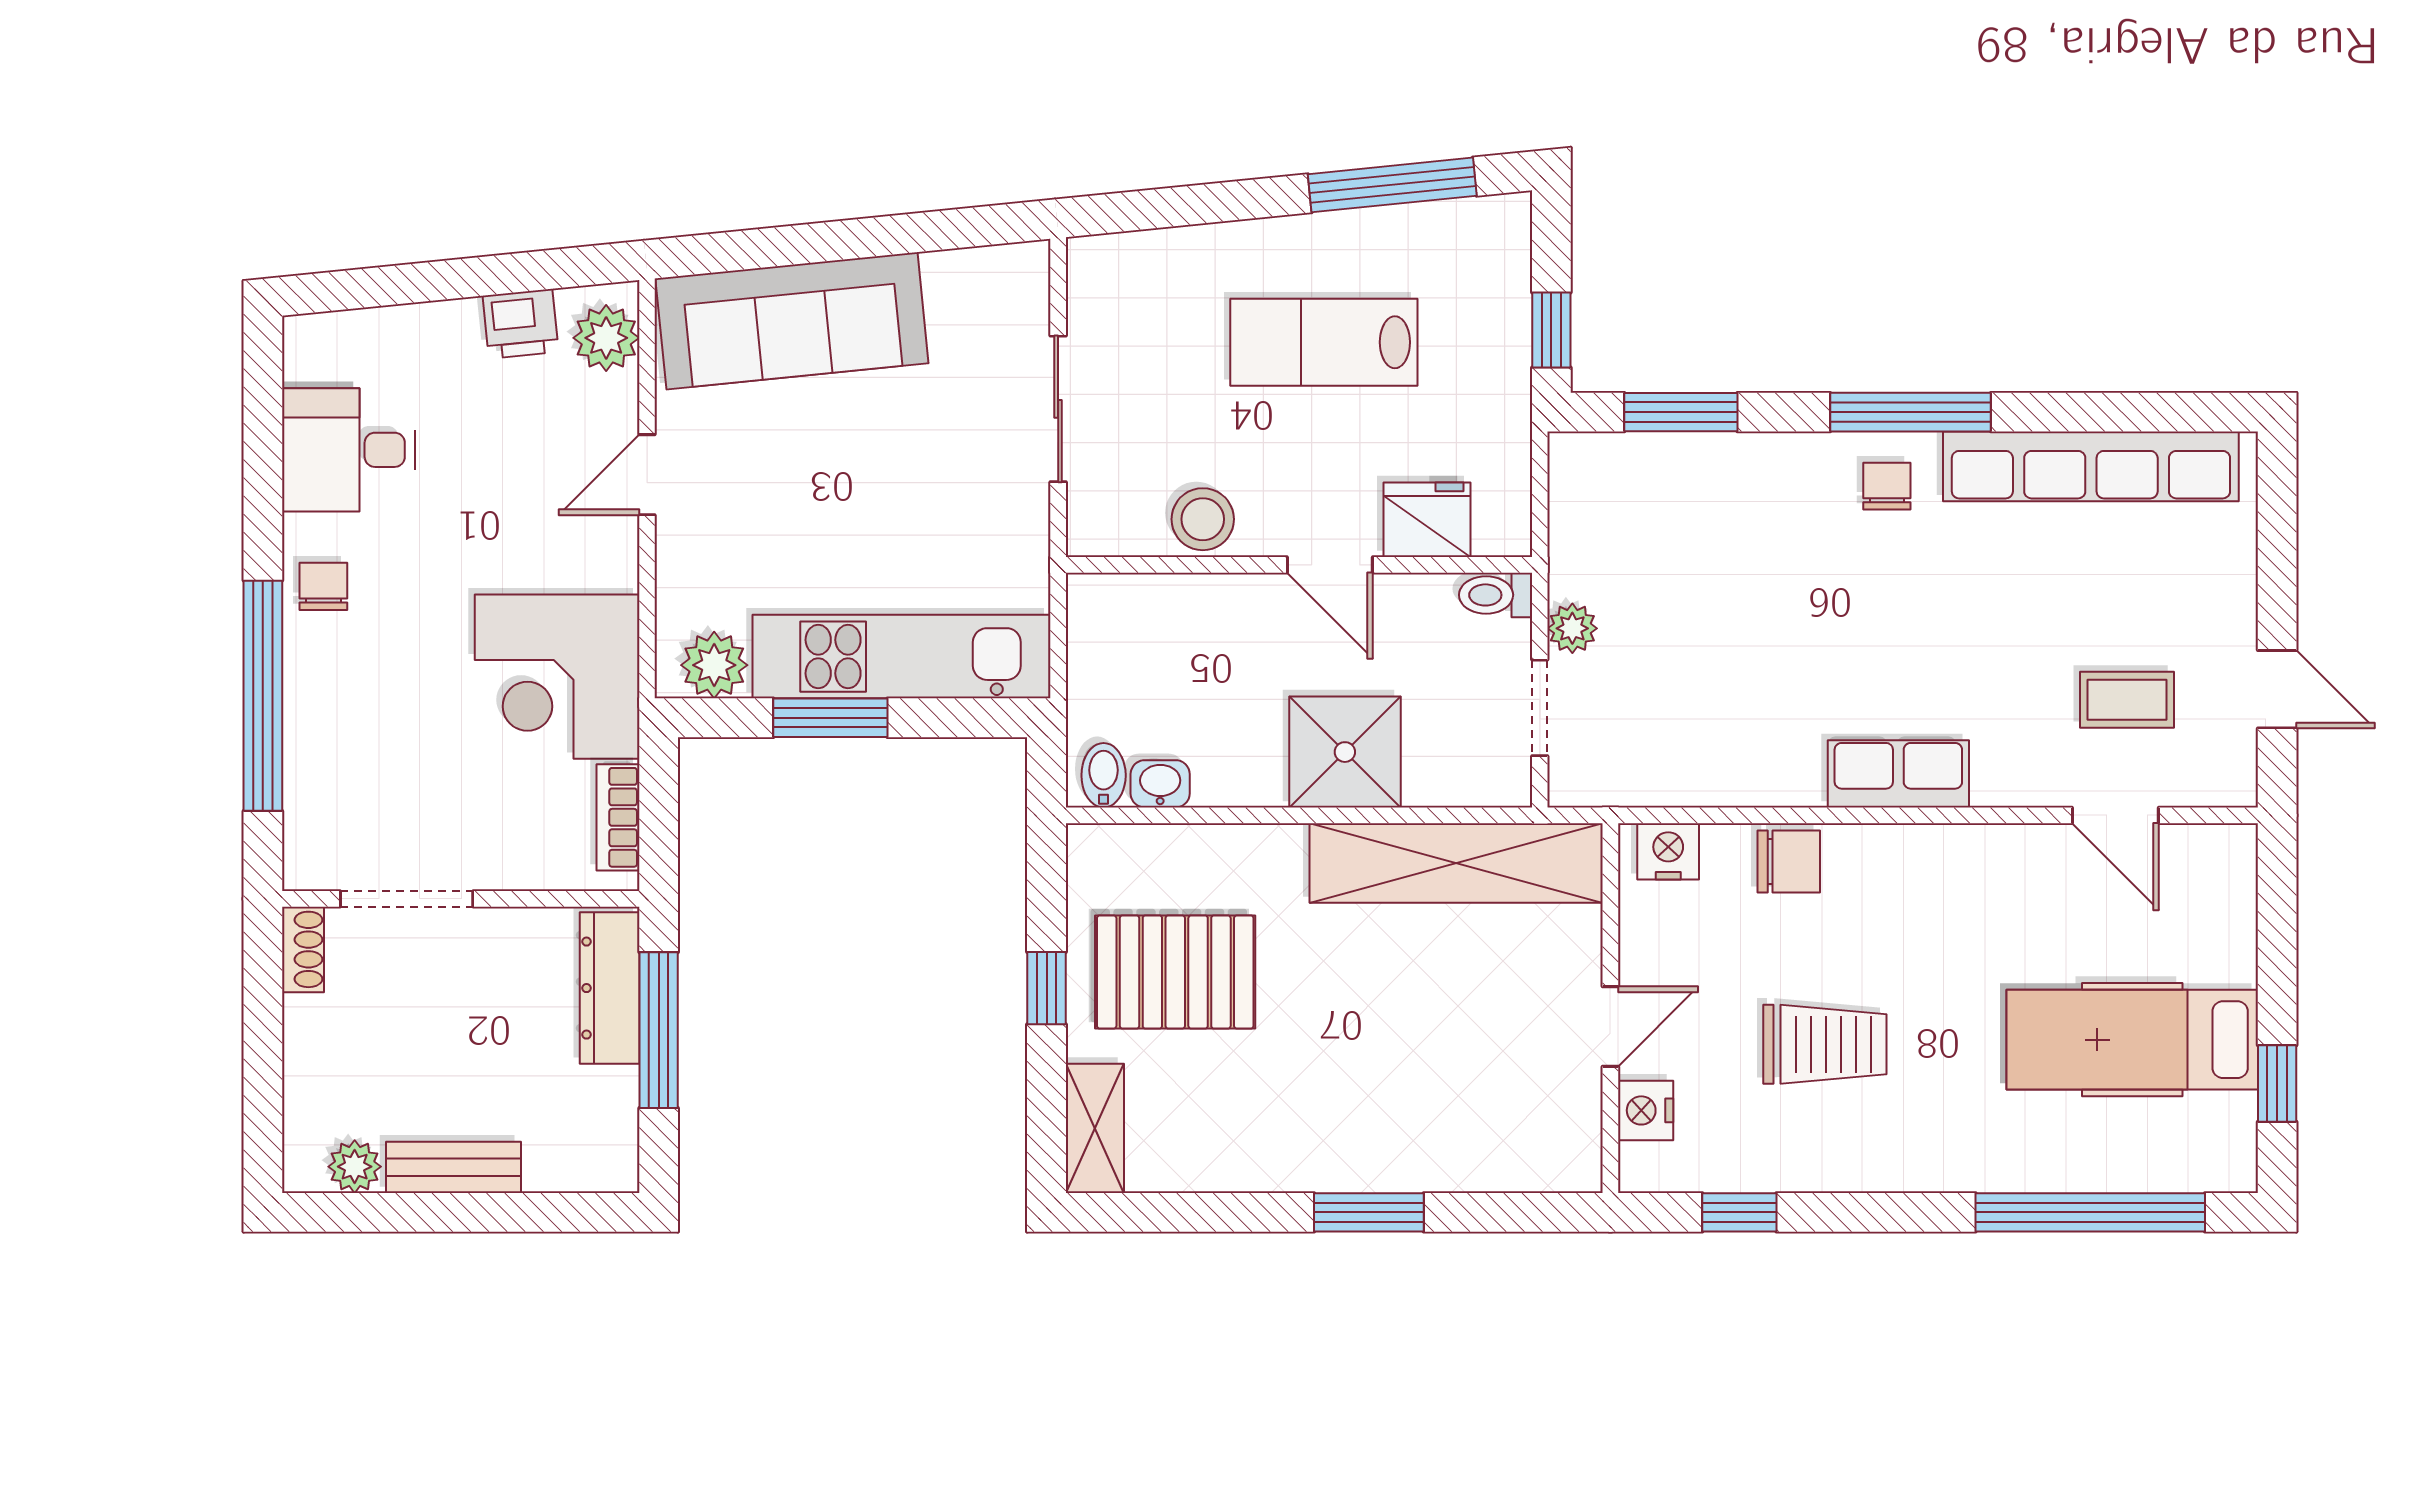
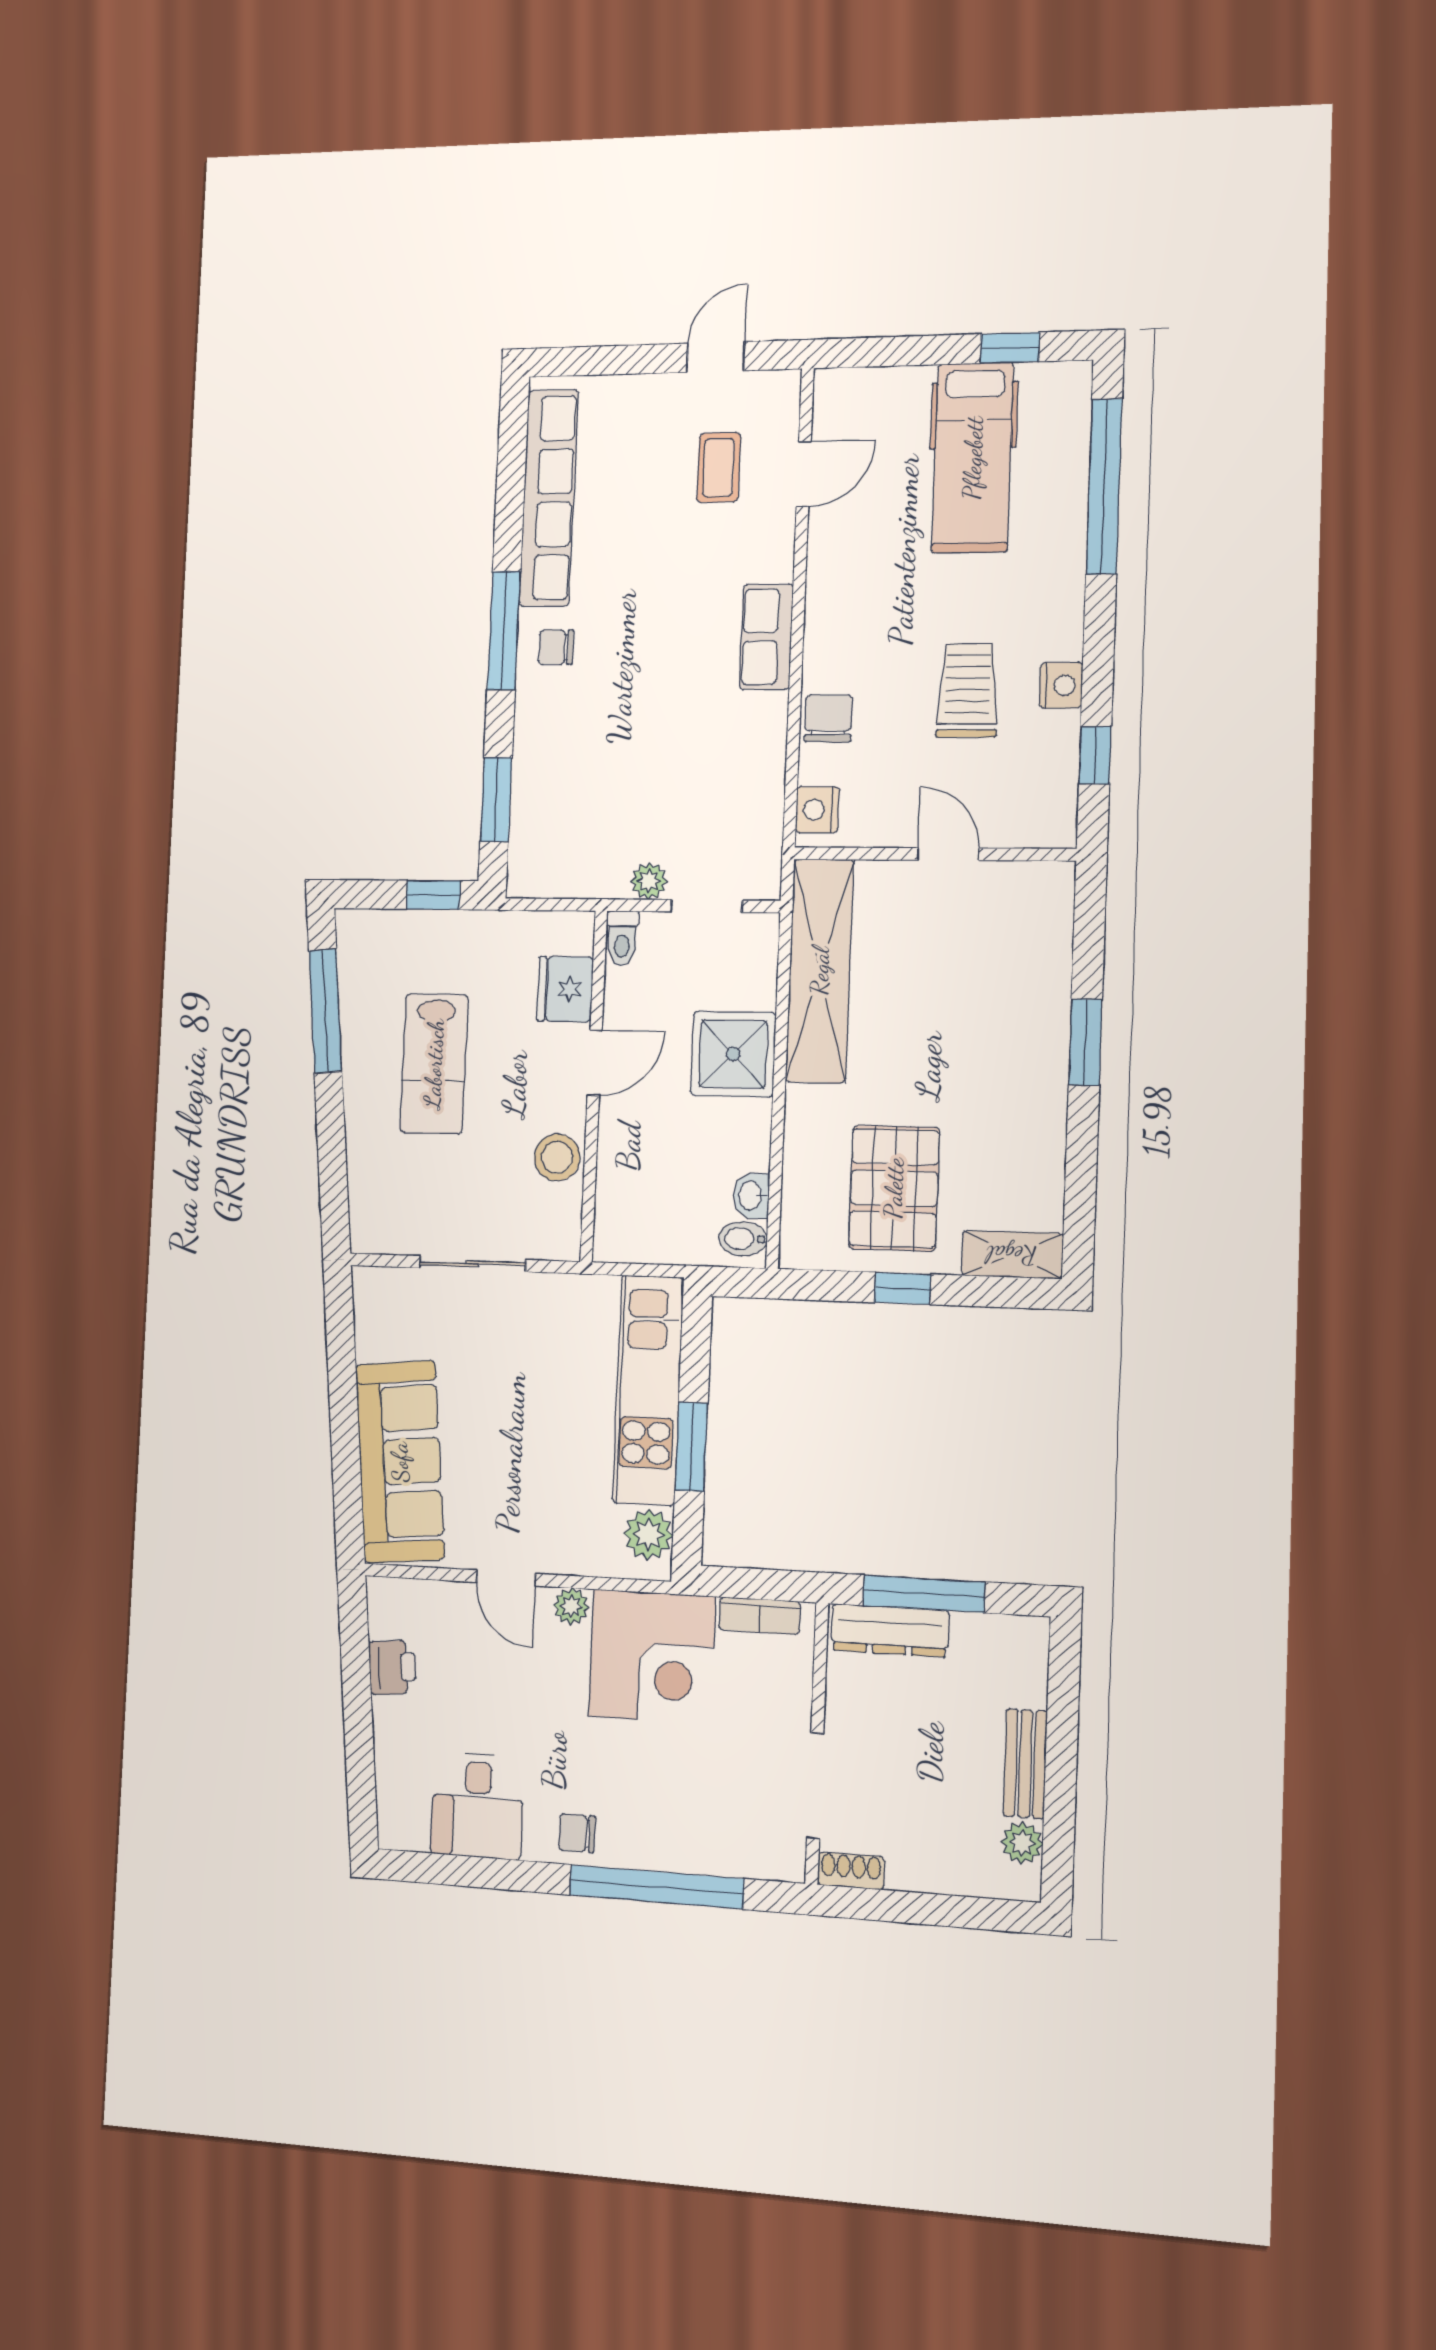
plant: (606, 338) -> (571, 1606), moved, width x0.73, depth x0.73
nightstand: (1646, 1110) -> (1061, 685), moved, turned -90

